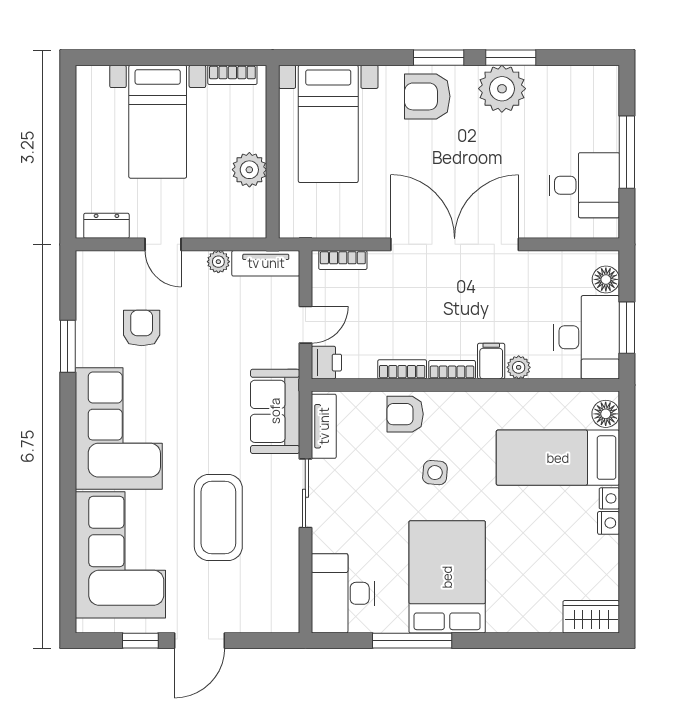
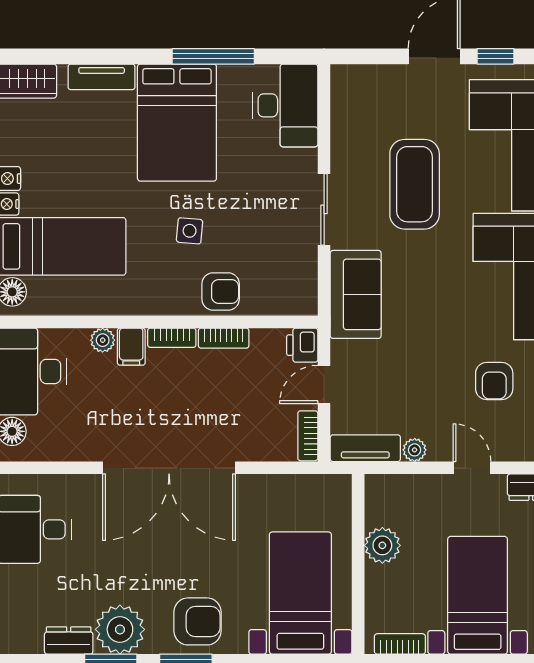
dresser: (551, 78) -> (69, 640), added
bookcase: (343, 260) -> (308, 436), moved, turned -90
tv unit: (324, 426) -> (102, 77), moved, turned -90

